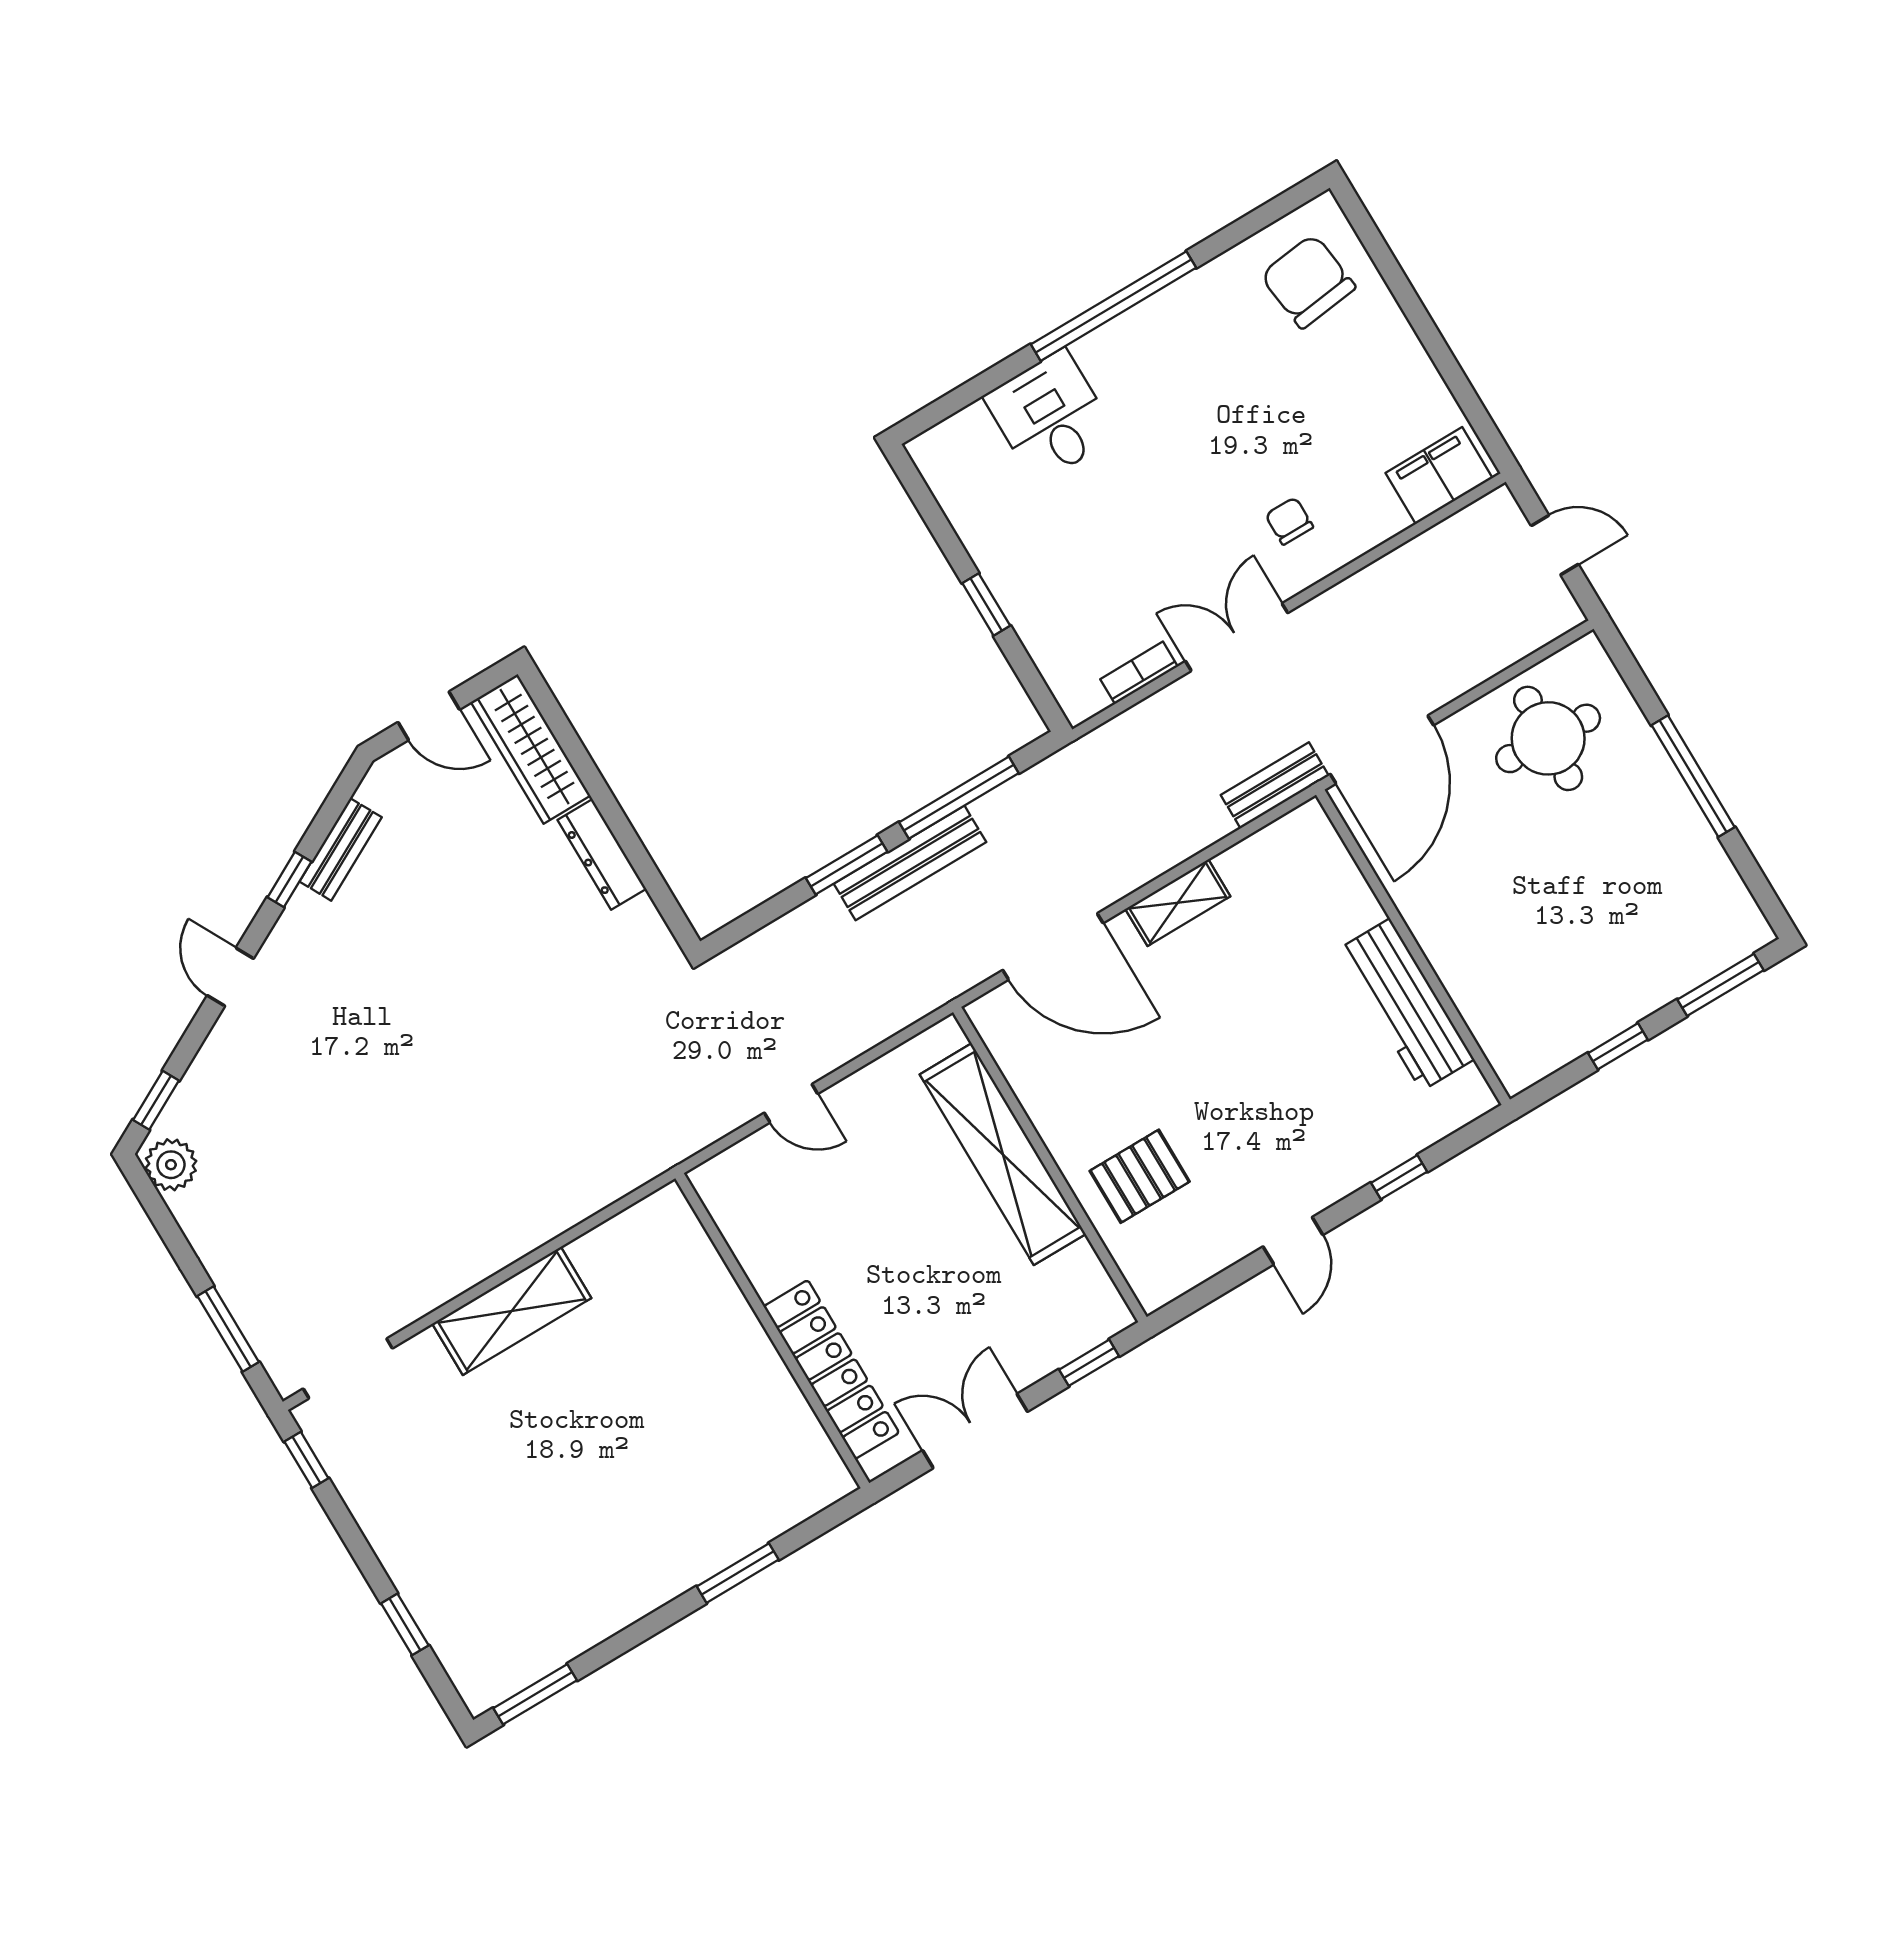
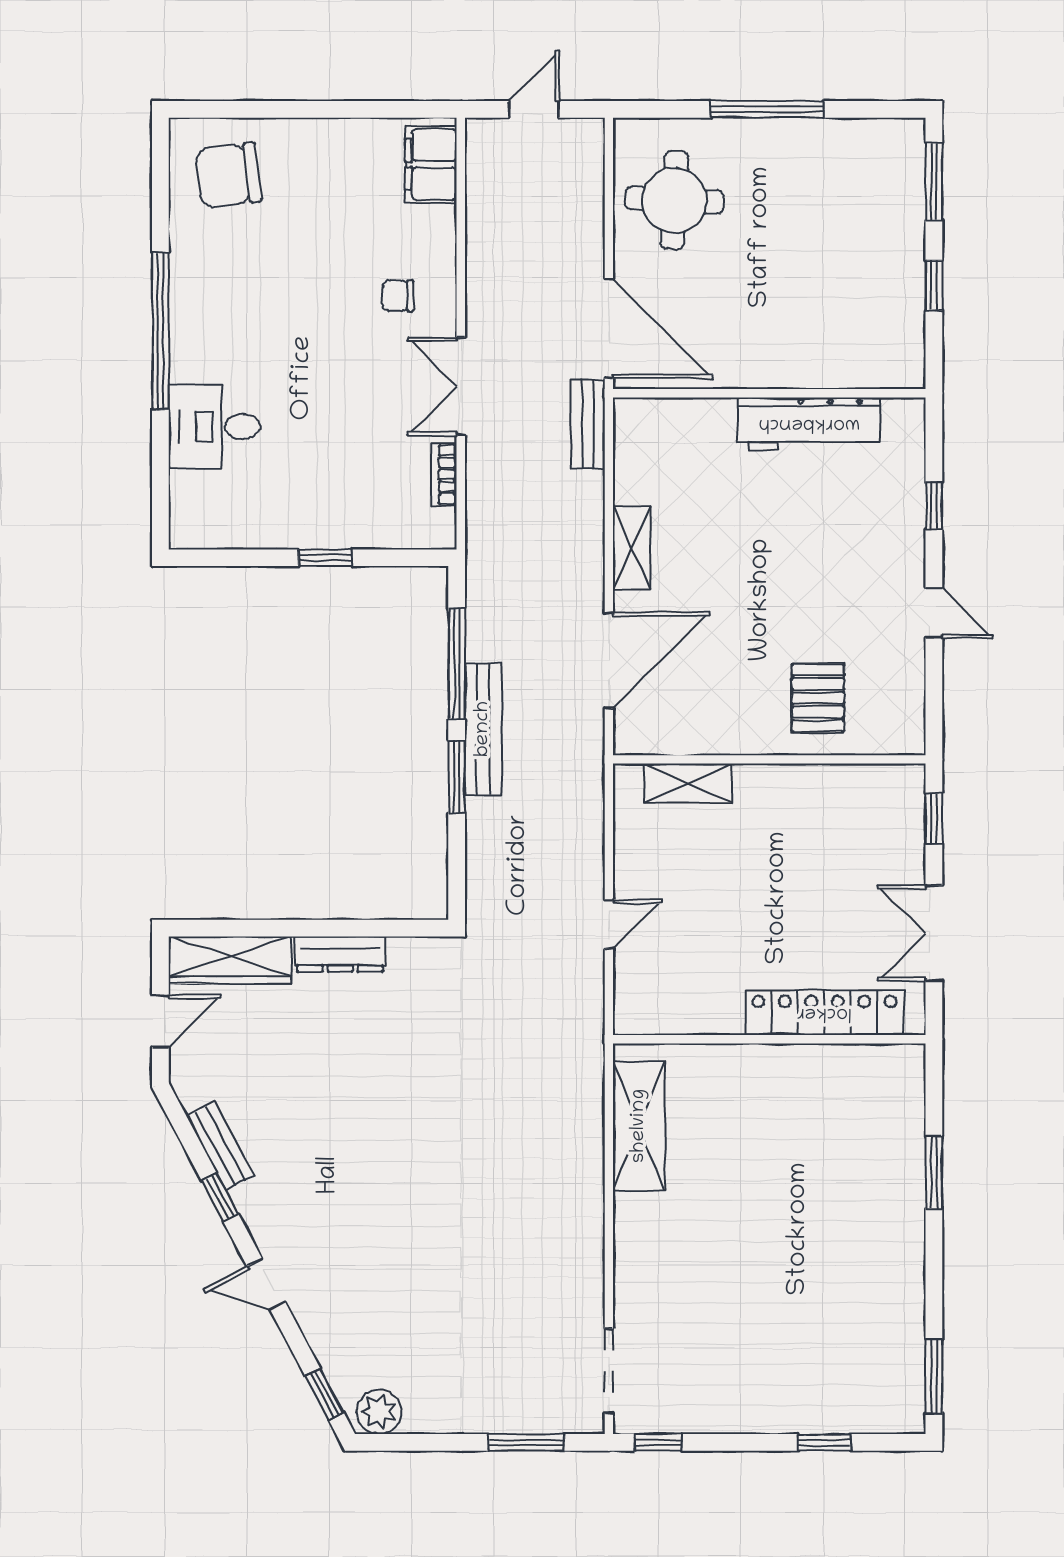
shelving: (1003, 1154) -> (688, 783), width x0.45, depth x0.75
shelving: (512, 1311) -> (639, 1126), moved

